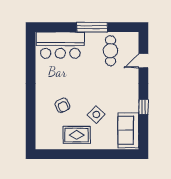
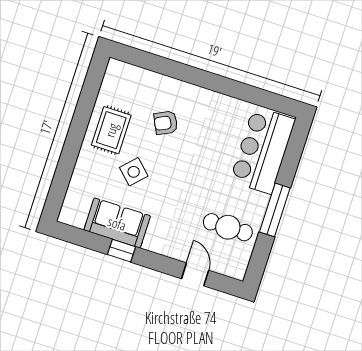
sofa: (128, 130) -> (117, 223), moved

